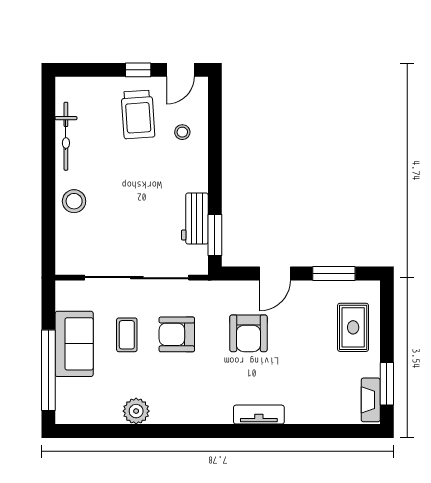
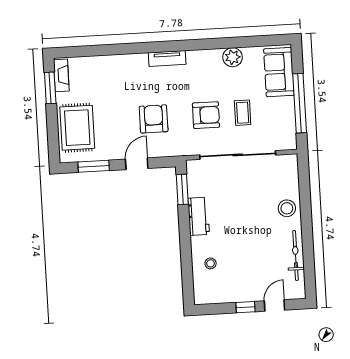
door: (180, 70) -> (274, 305), moved
trolley: (138, 114) -> (244, 274), removed
workbench: (195, 219) -> (199, 216), moved
rug: (353, 327) -> (77, 128), width x1.36, depth x1.43
sofa: (74, 344) -> (279, 72), moved
window: (48, 370) -> (300, 103), moved
tv unit: (259, 415) -> (167, 58), moved

